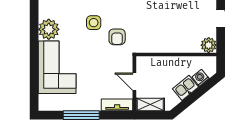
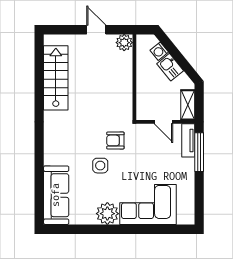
armchair: (117, 37) -> (115, 140), turned 180
door: (134, 82) -> (163, 122), hinge flipped
window: (81, 115) -> (199, 152), moved

